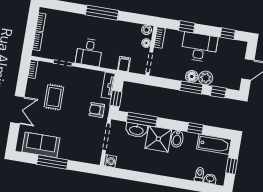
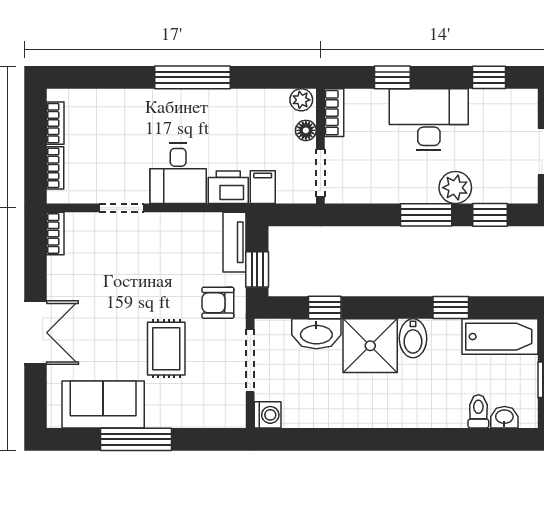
printer: (109, 62) -> (228, 187), added
floor lamp: (192, 76) -> (423, 190), removed
rug: (54, 97) -> (166, 349), moved
window: (142, 120) -> (325, 307), width x0.46

